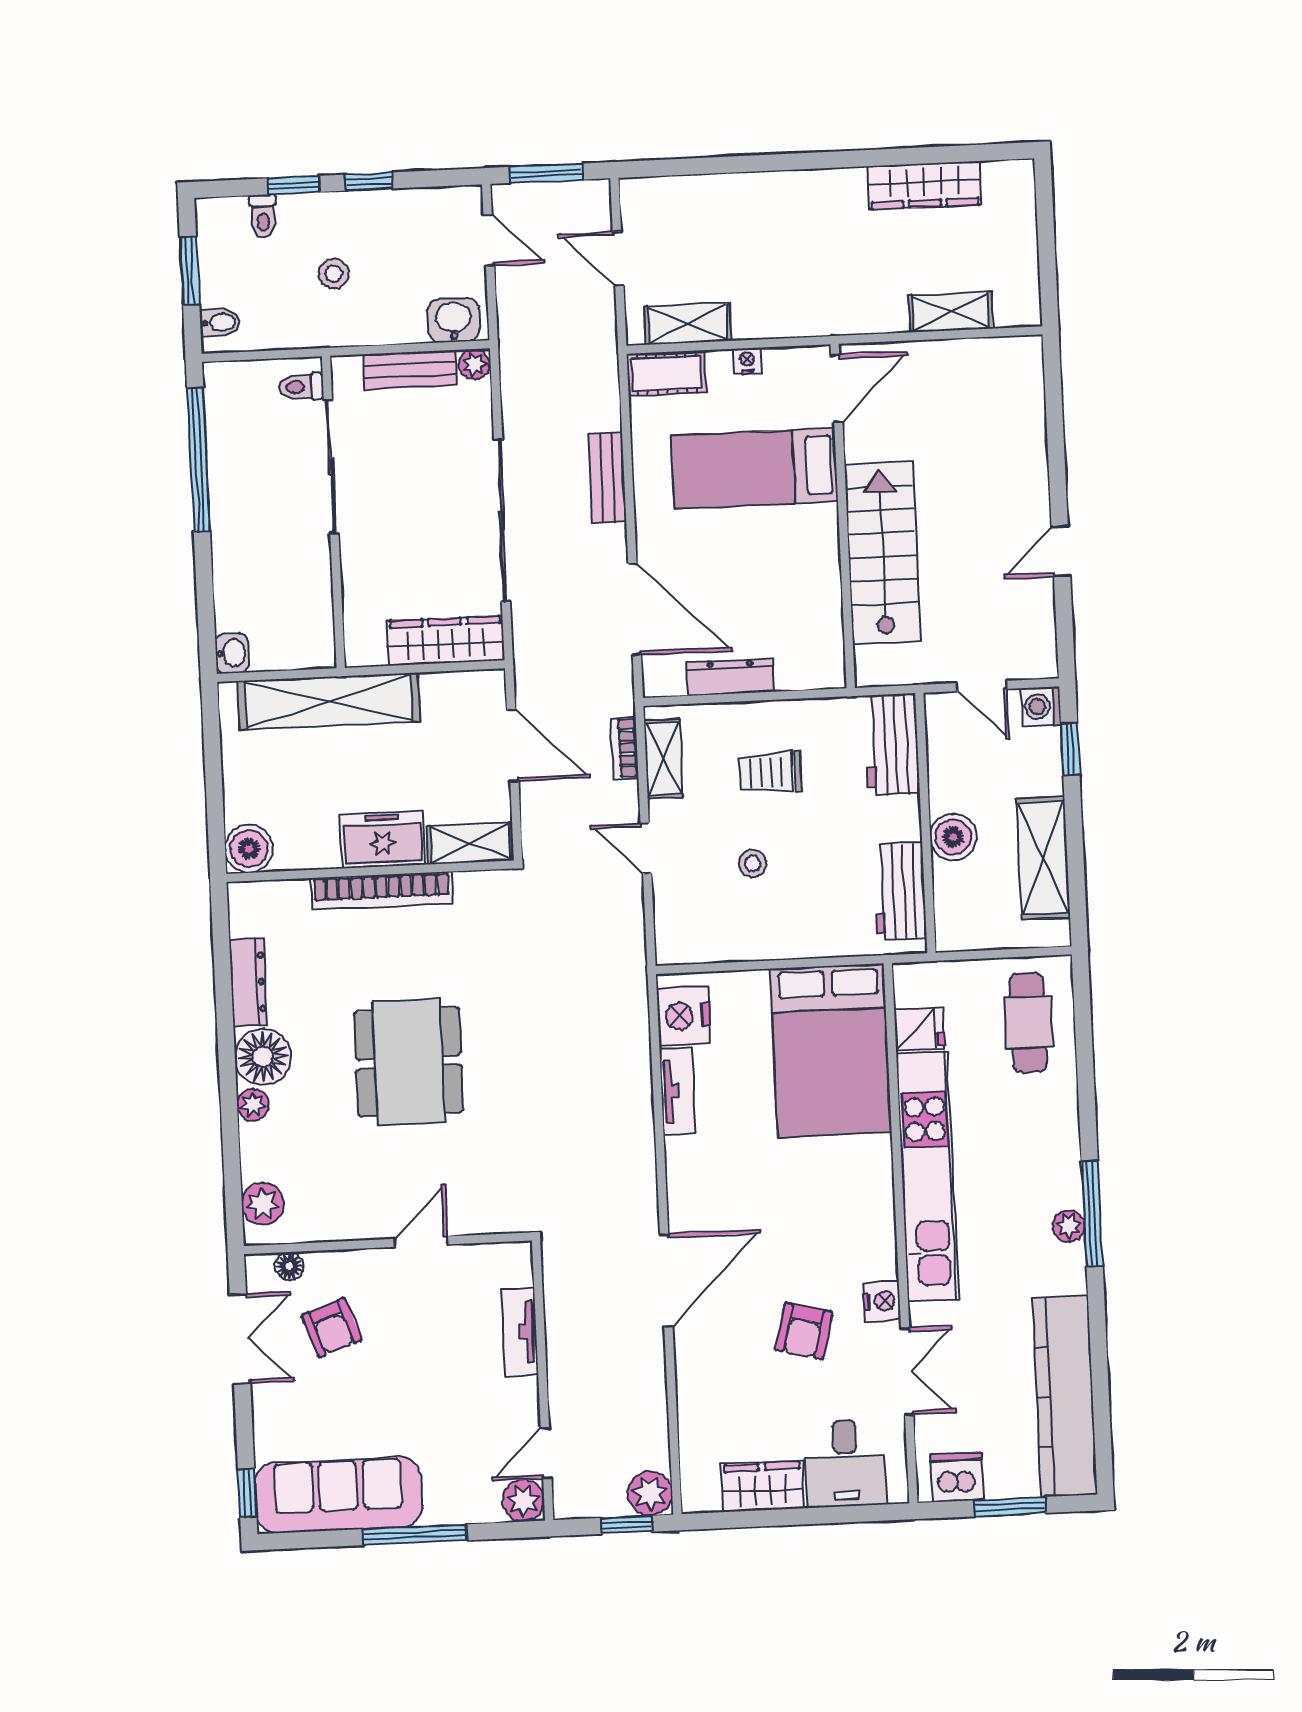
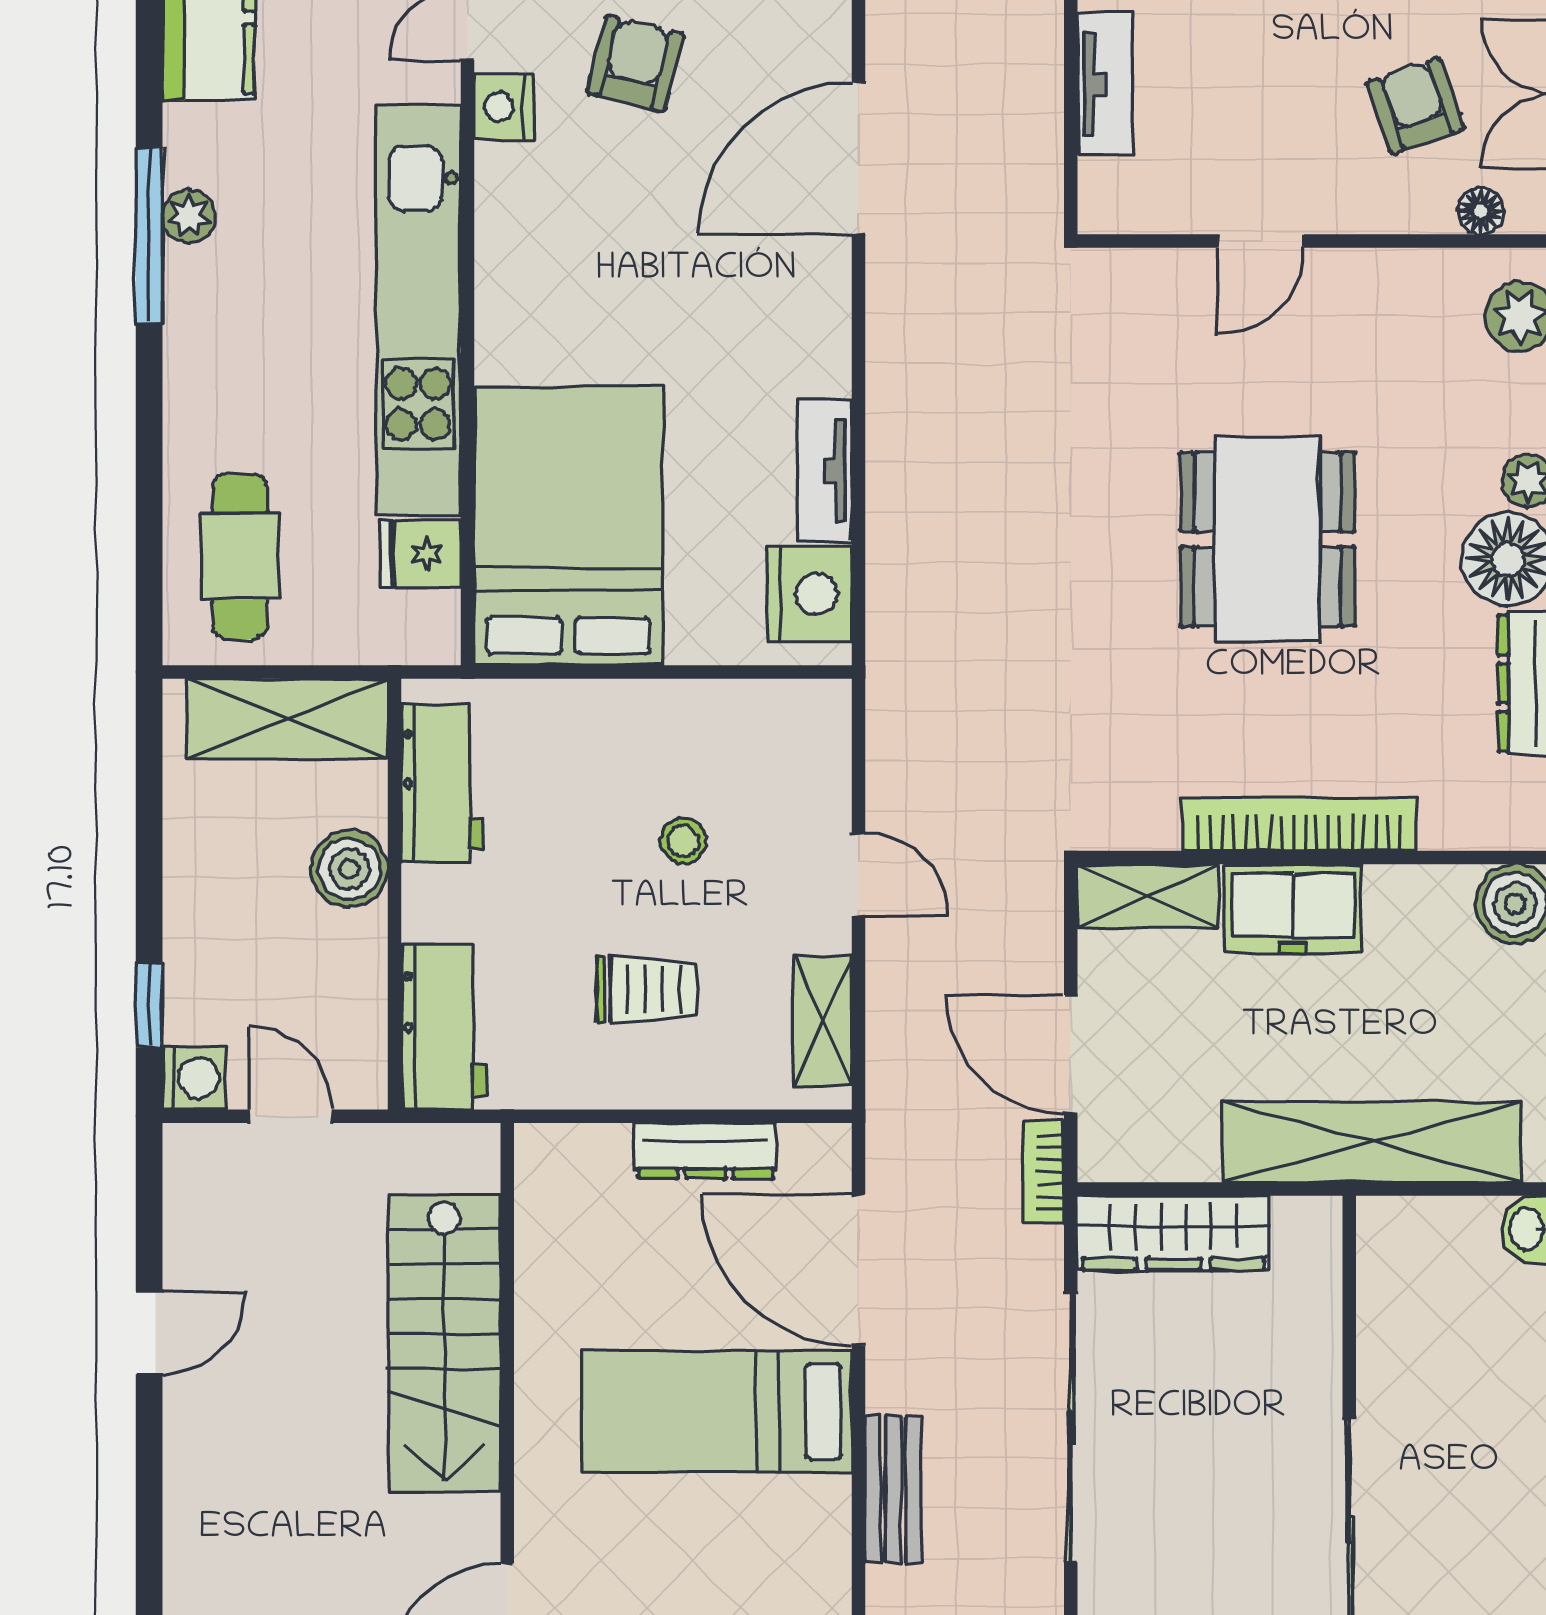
bed: (754, 468) -> (716, 1412), moved, turned 180
bookcase: (625, 748) -> (1044, 1173), moved, turned 180
shelving: (1043, 858) -> (288, 719), moved, turned 90

